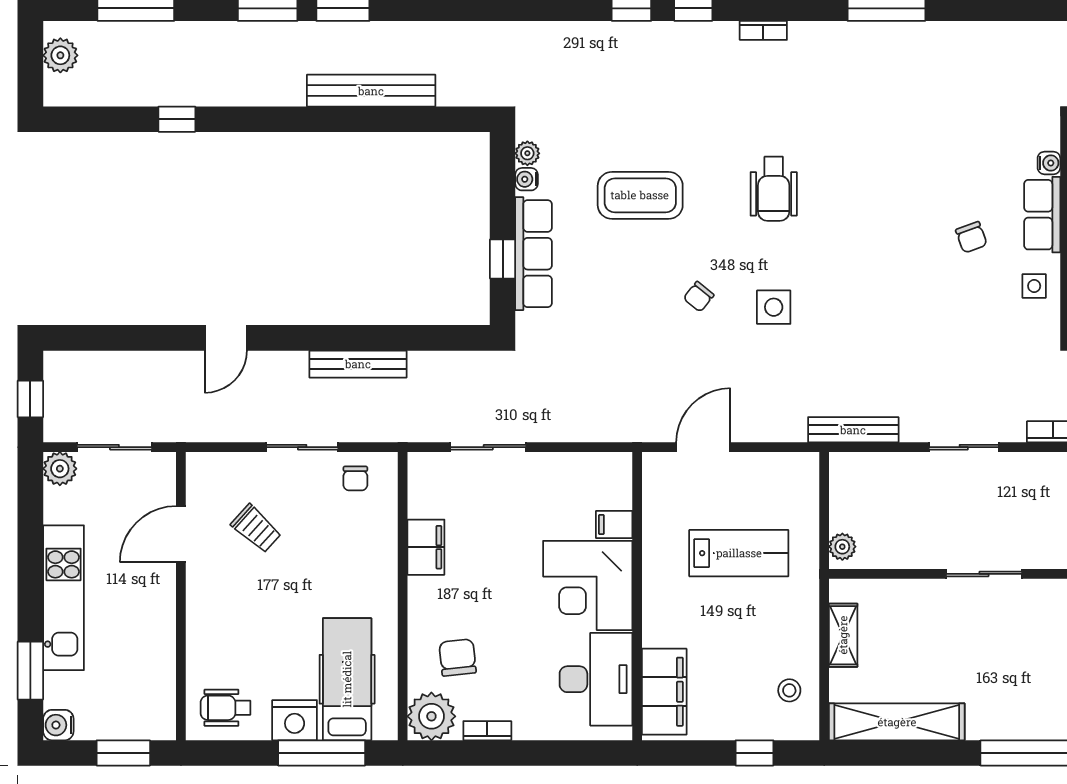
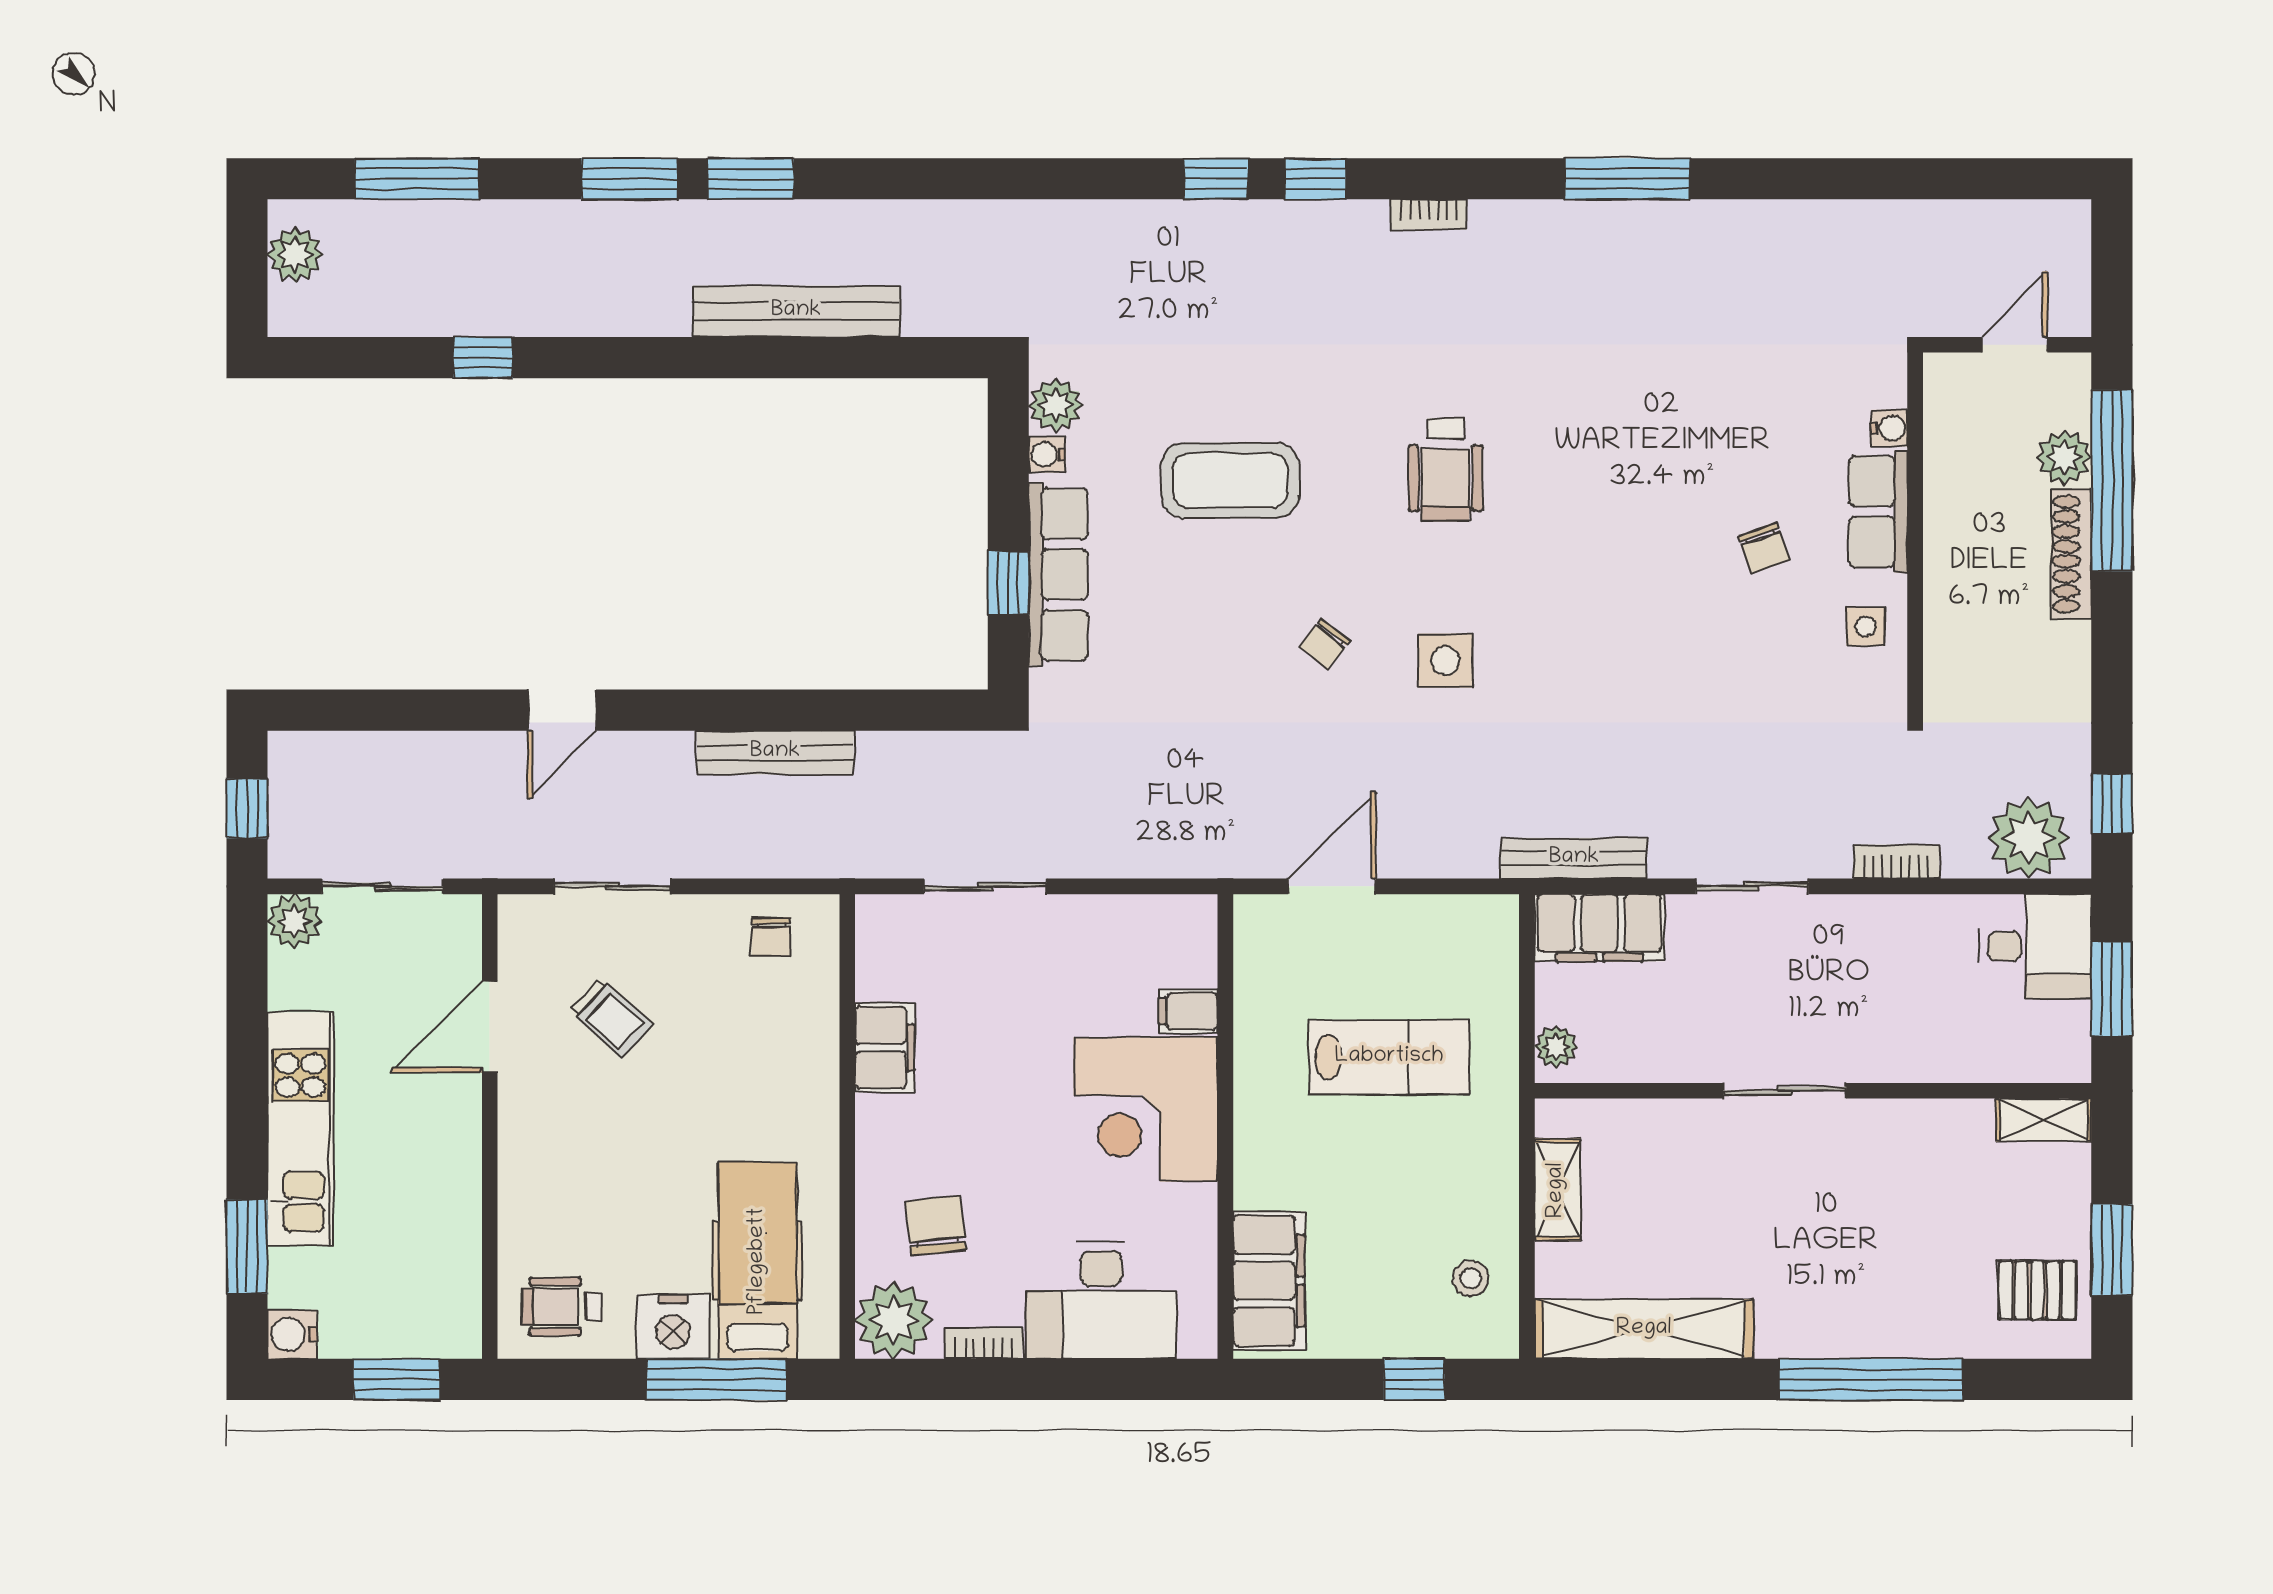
plant: (527, 153) -> (1056, 405), width x1.38, depth x1.38
sliding door: (302, 447) -> (612, 886), moved
filing cabinet: (869, 473) -> (1600, 928), added
desk: (596, 679) -> (1101, 1300), moved, turned 90

